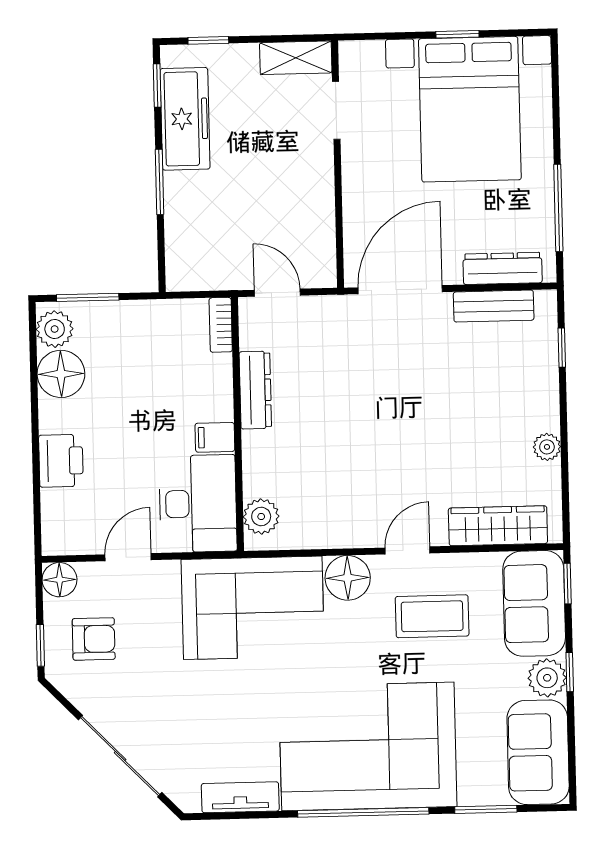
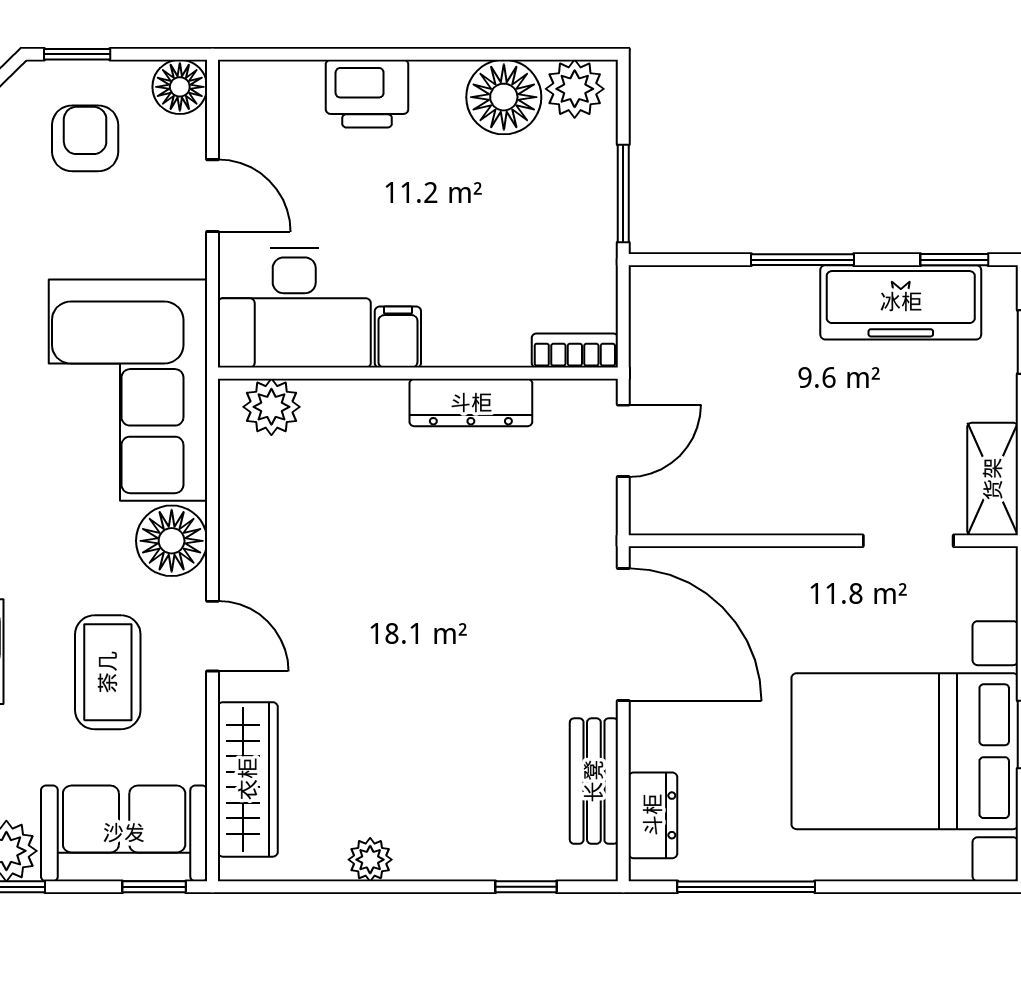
dresser: (503, 268) -> (653, 815), width x0.70
window: (88, 297) -> (623, 194), moved
armchair: (94, 639) -> (85, 138), turned 180

